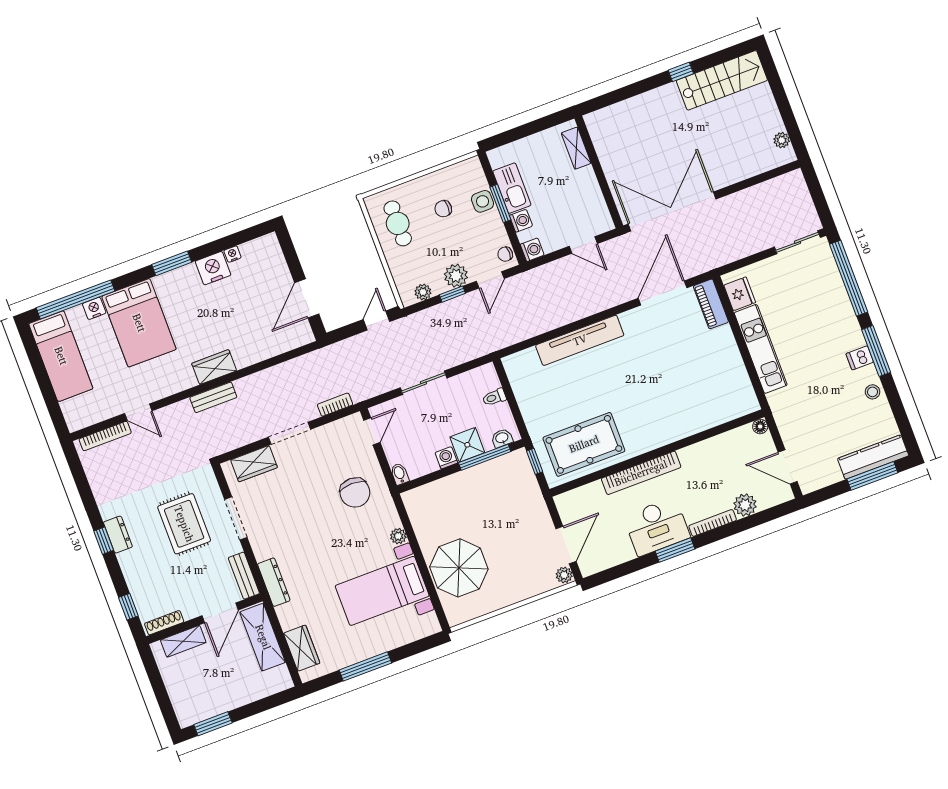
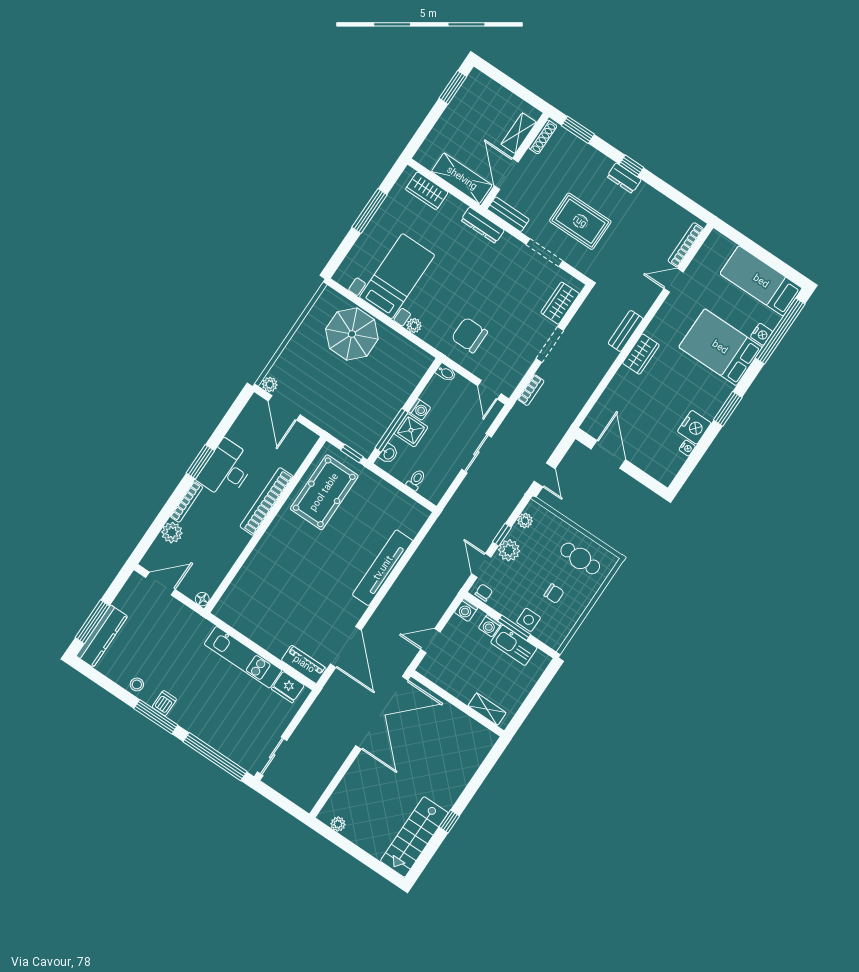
chair: (443, 209) -> (554, 594), turned 90
window: (128, 607) -> (578, 130), width x1.50

